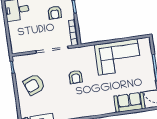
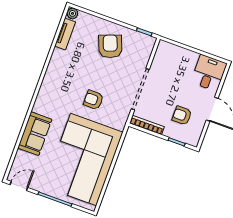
corner sofa: (118, 57) -> (84, 160), width x1.36, depth x1.36
sofa: (130, 102) -> (35, 134), moved

